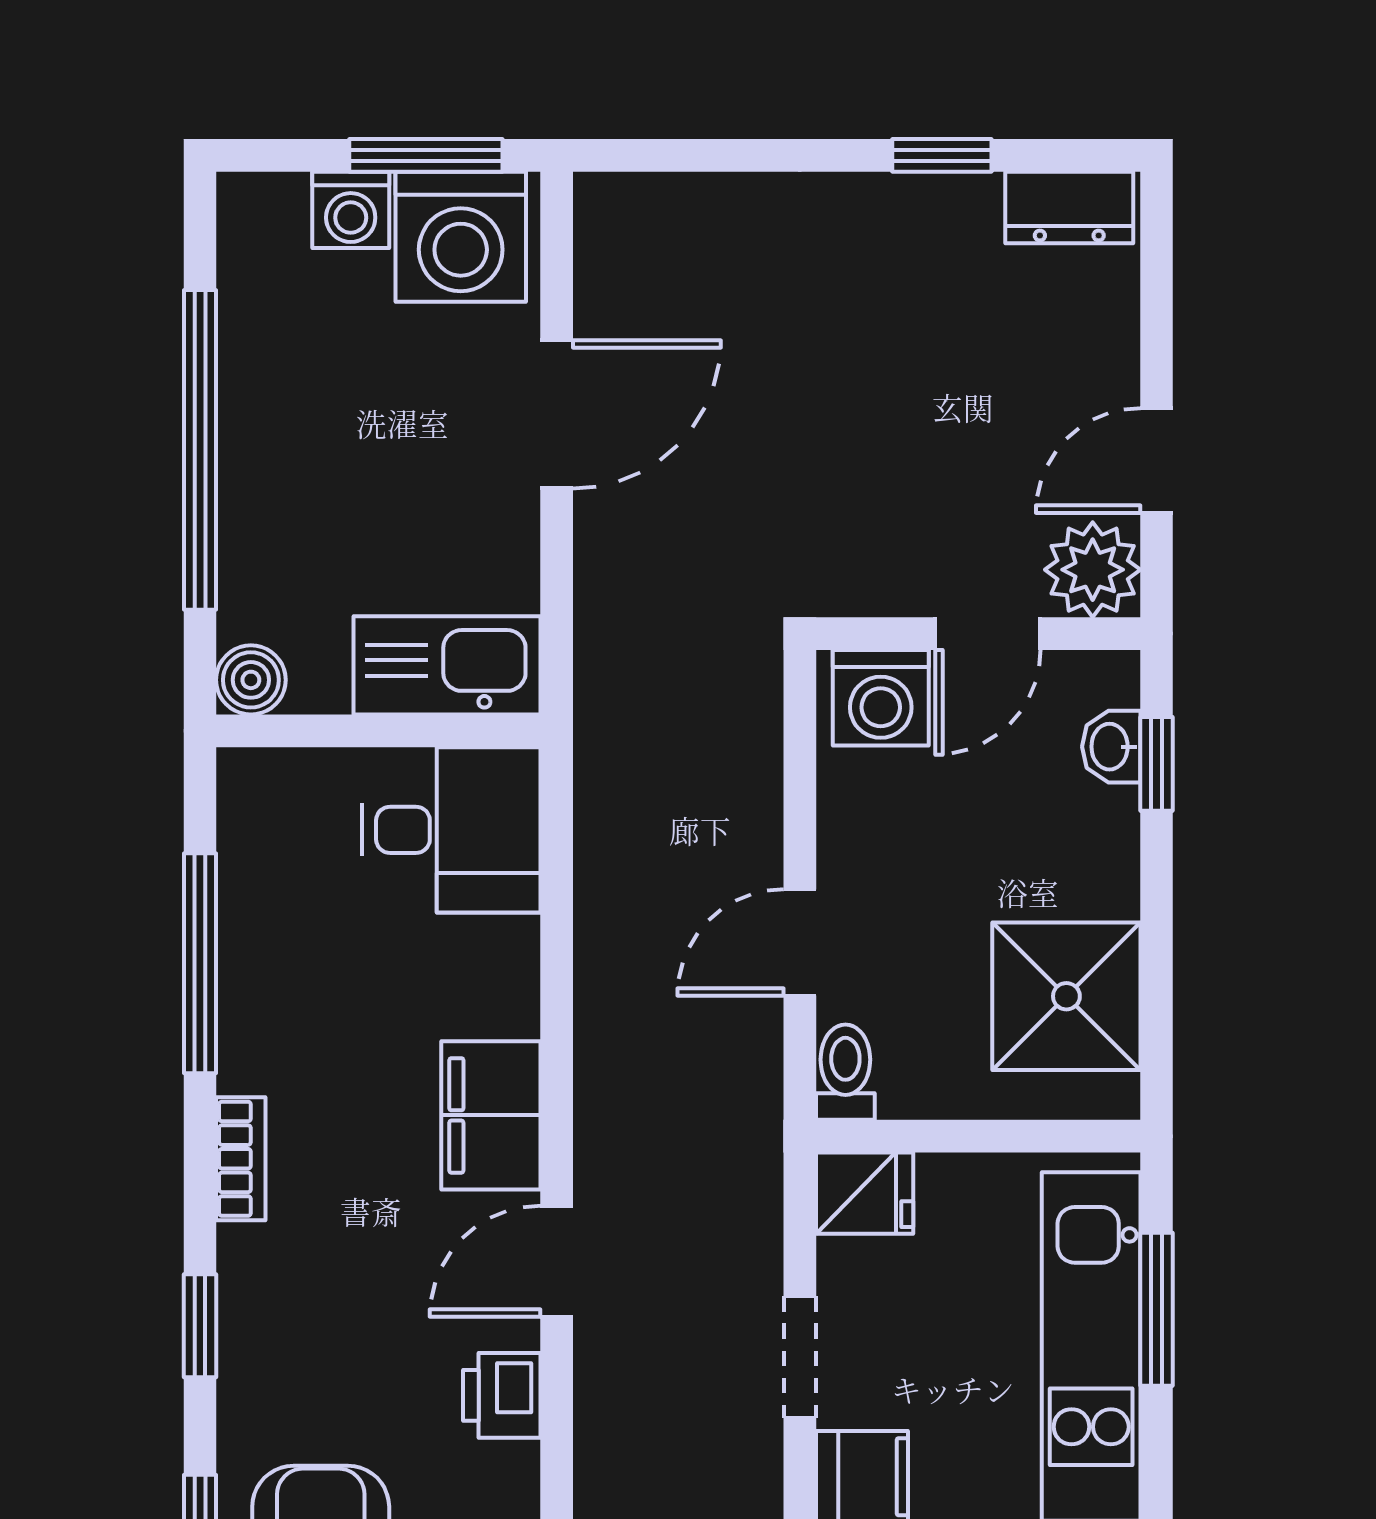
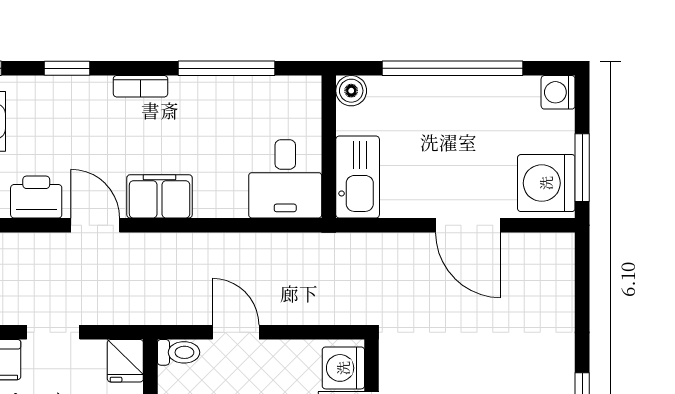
washing machine: (351, 210) -> (558, 92), moved
printer: (502, 1395) -> (36, 197), width x1.36, depth x1.24

